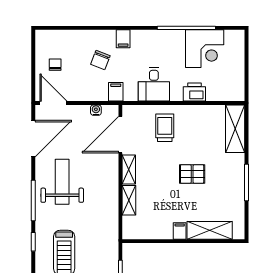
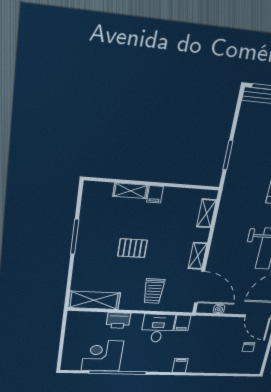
chair: (100, 60) -> (205, 349), removed
filing cabinet: (116, 92) -> (182, 323), moved
shelving: (235, 129) -> (94, 300), moved, turned 90
door: (120, 135) -> (200, 287), hinge flipped
shelving: (129, 200) -> (206, 213), moved
shelving: (210, 230) -> (131, 191), width x0.67, depth x0.75

